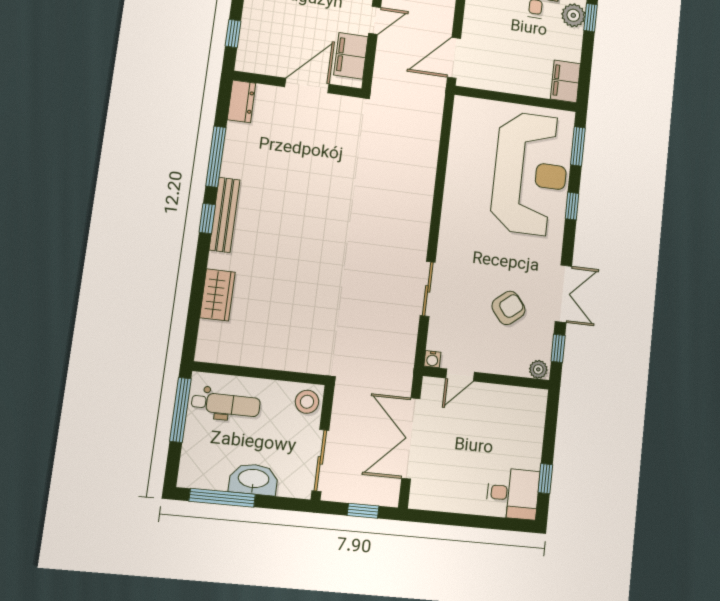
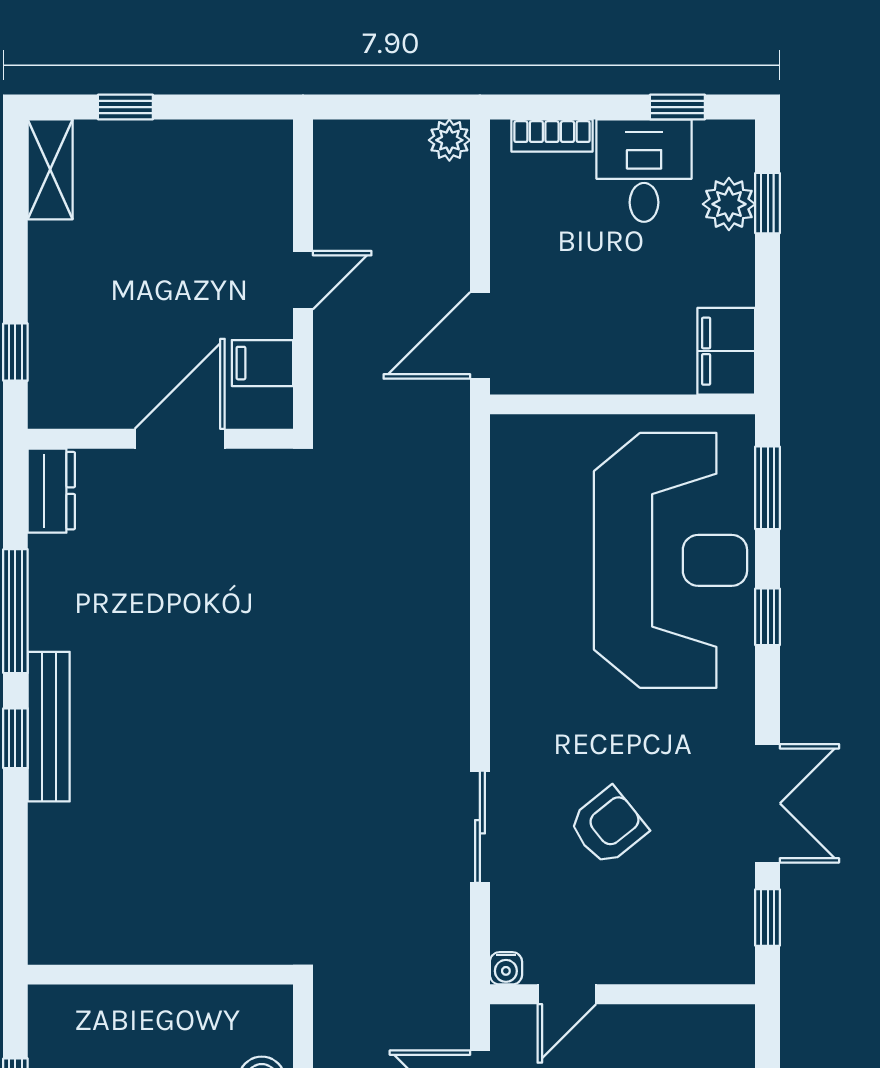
filing cabinet: (351, 56) -> (262, 363), width x0.50
wardrobe: (217, 295) -> (56, 888), removed
armchair: (508, 308) -> (608, 826), moved
plant: (538, 369) -> (730, 965), removed
wall: (260, 373) -> (160, 975), moved

